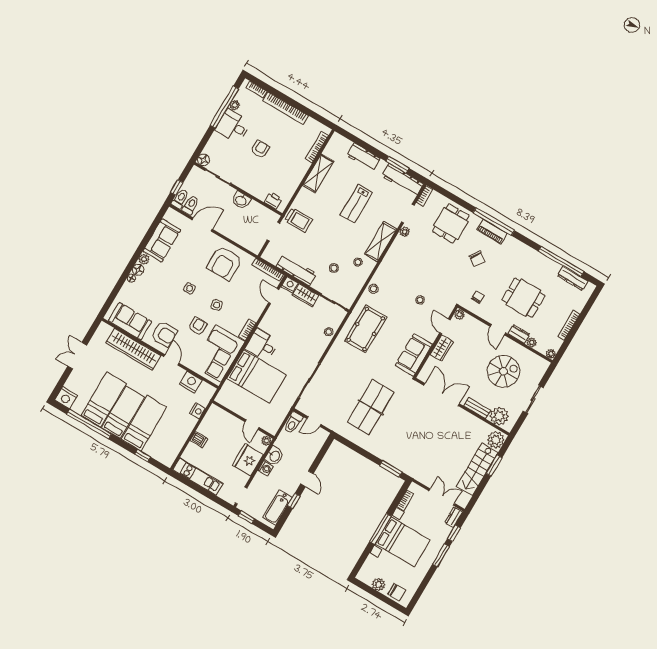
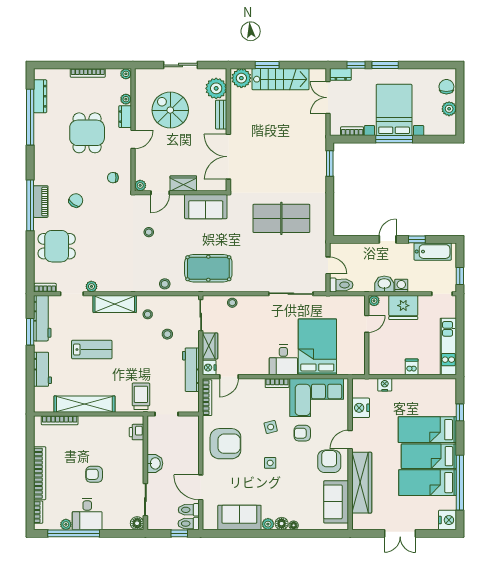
shelving: (318, 173) -> (84, 404), width x1.47

